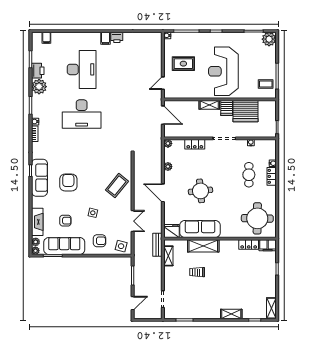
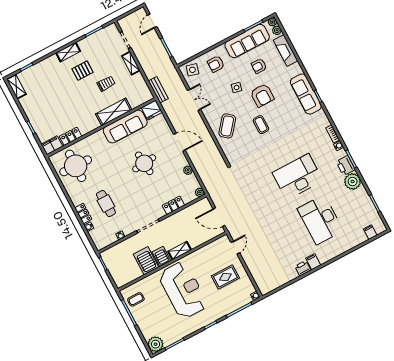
printer: (38, 71) -> (346, 166), moved
server rack: (245, 111) -> (146, 261), width x0.62
coffee table: (89, 172) -> (261, 125), added
armchair: (68, 183) -> (262, 95), moved
double door: (133, 221) -> (194, 100), swing flipped
shelving: (168, 256) -> (131, 63), moved
pallet: (211, 293) -> (83, 71), added
shelving: (231, 314) -> (68, 52), moved

